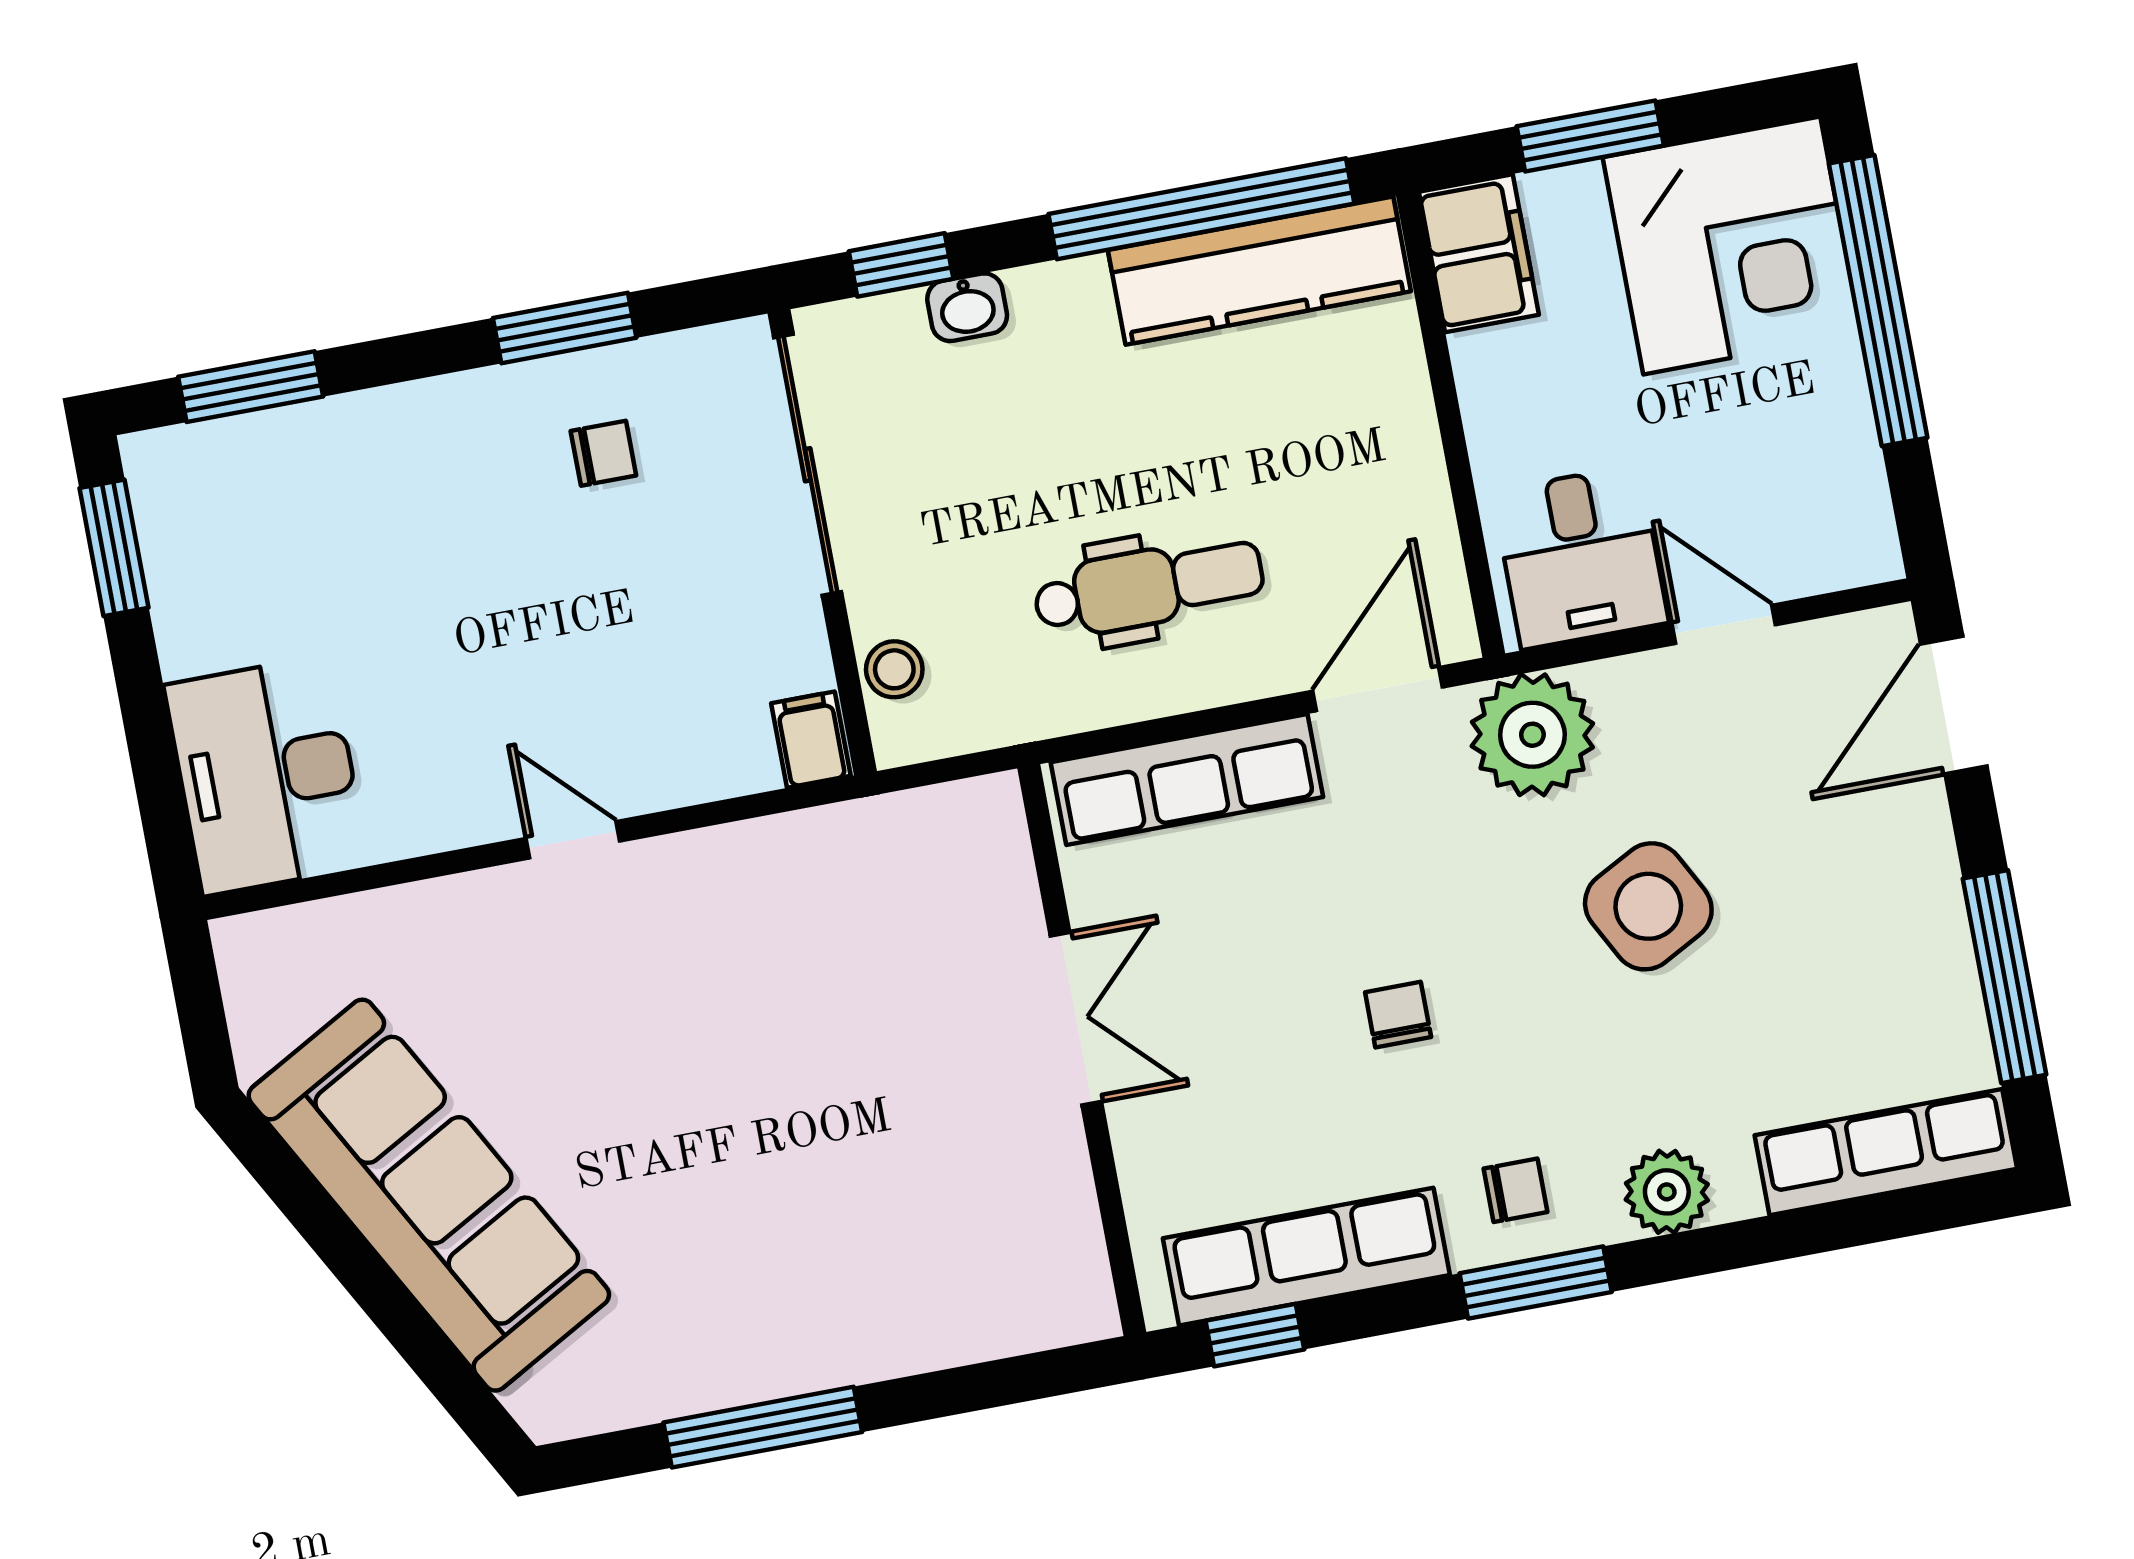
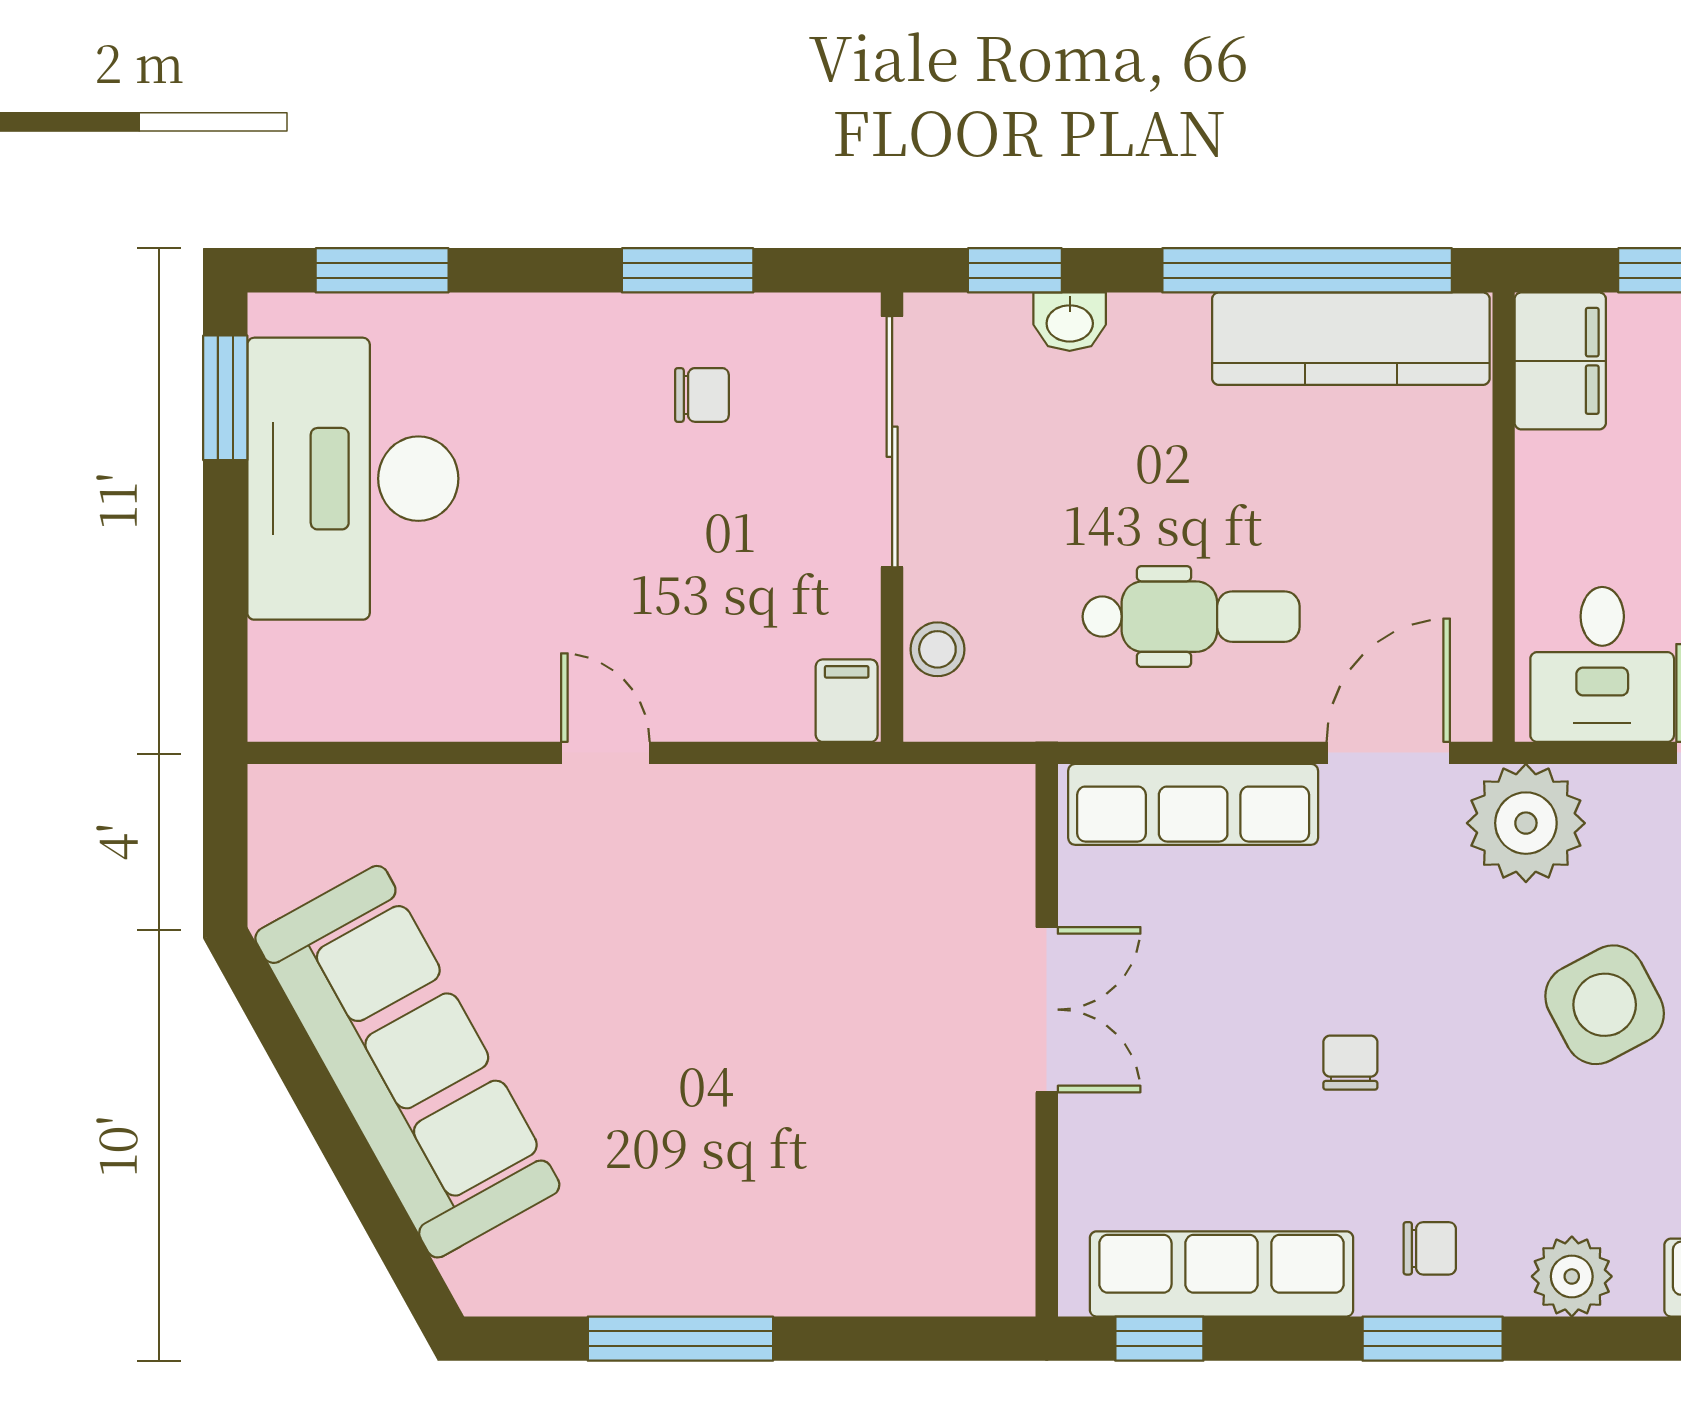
desk: (266, 775) -> (353, 479), moved, width x1.36, depth x1.30

